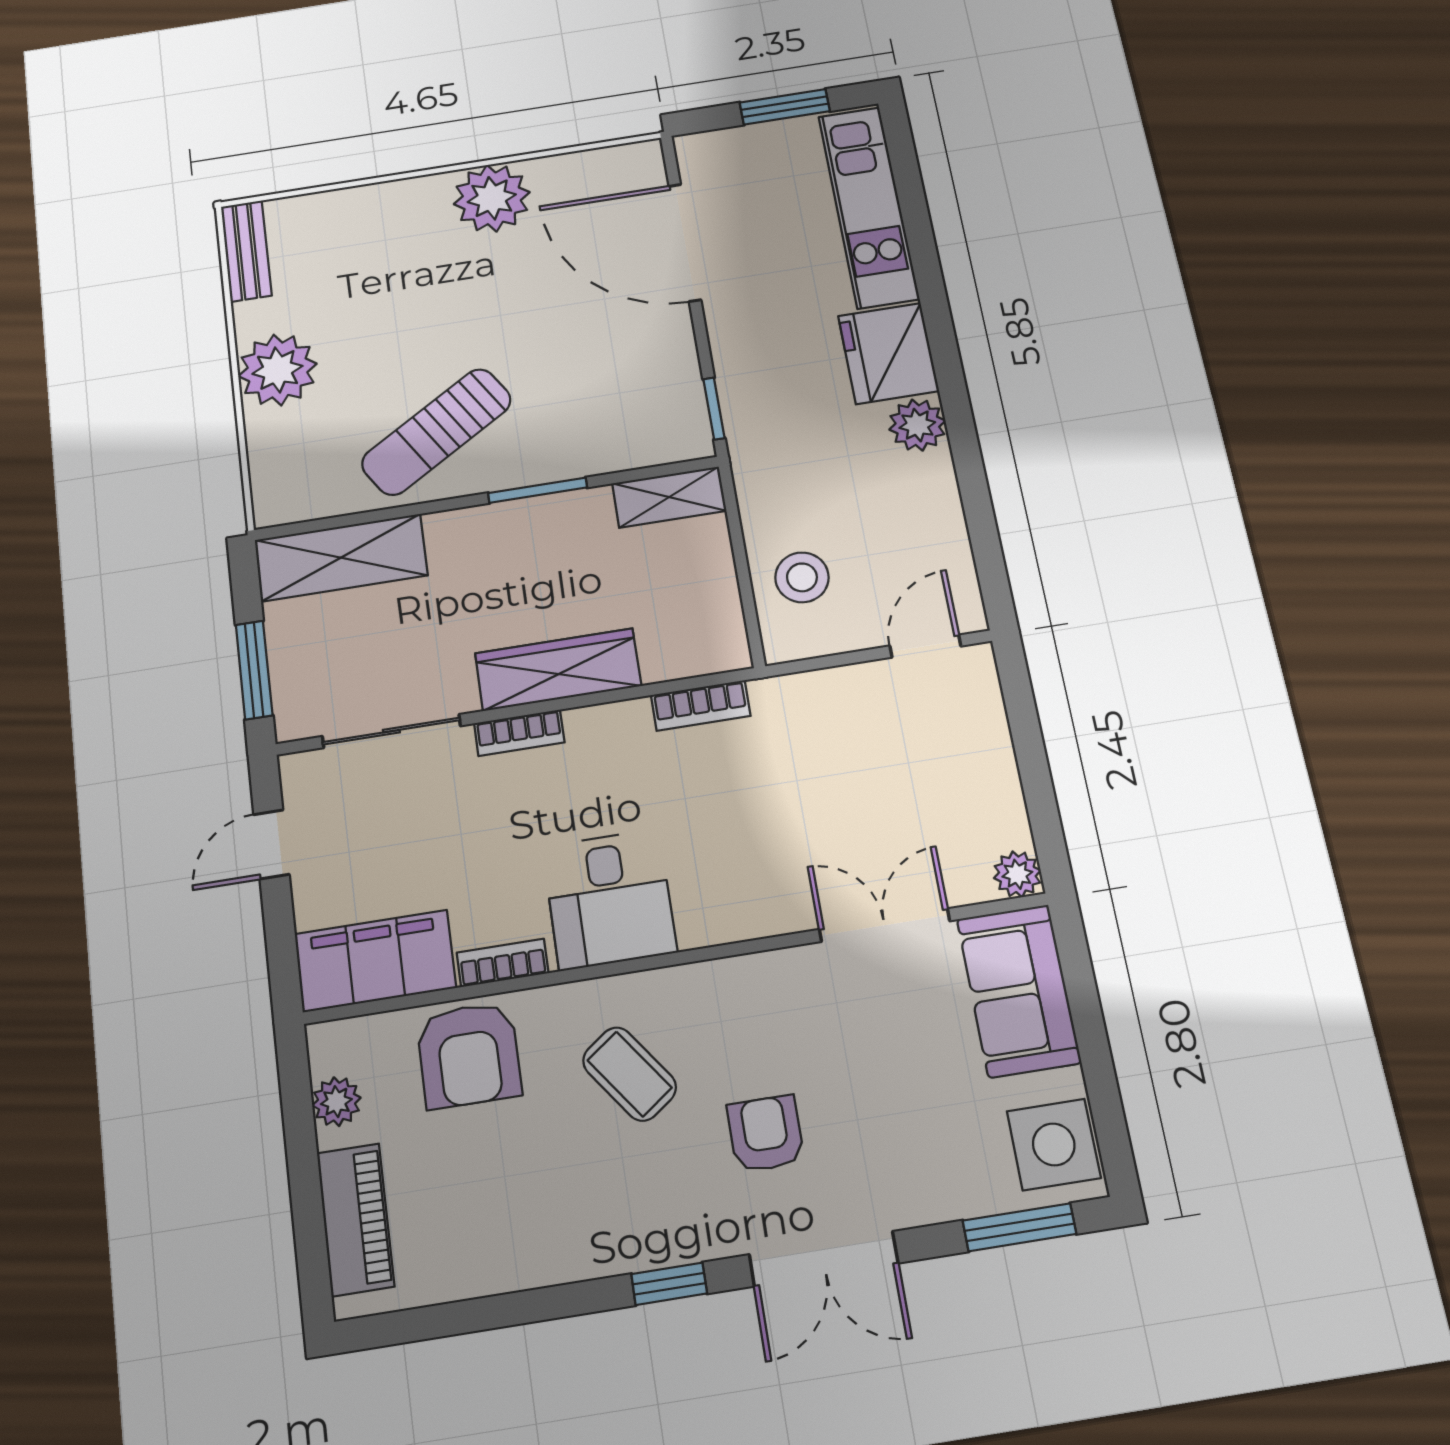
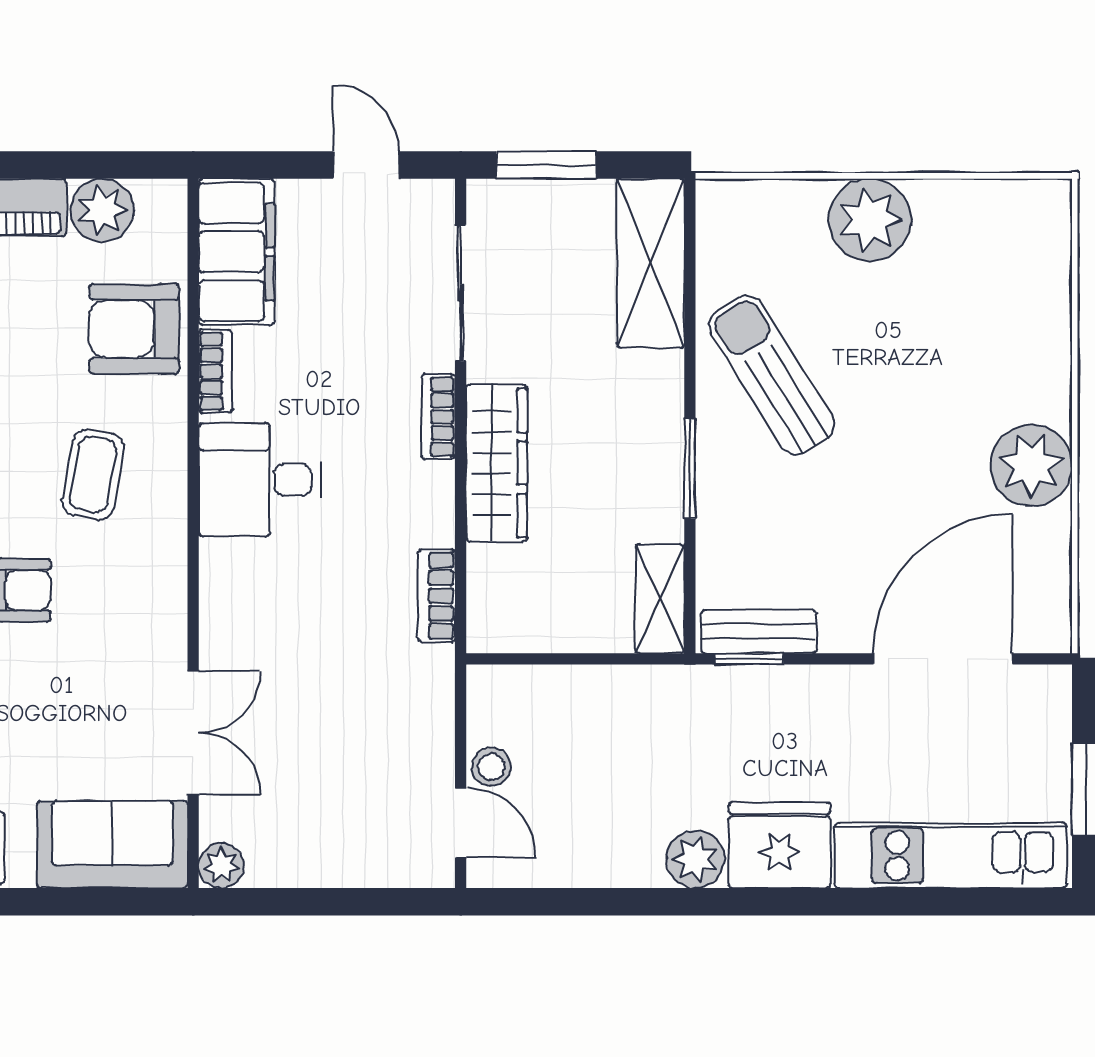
bench: (246, 251) -> (759, 632), moved
stool: (802, 577) -> (491, 767), moved, width x0.73, depth x0.73
coffee table: (630, 1074) -> (93, 475), turned -44
plant: (336, 1102) -> (102, 210), width x1.38, depth x1.38

